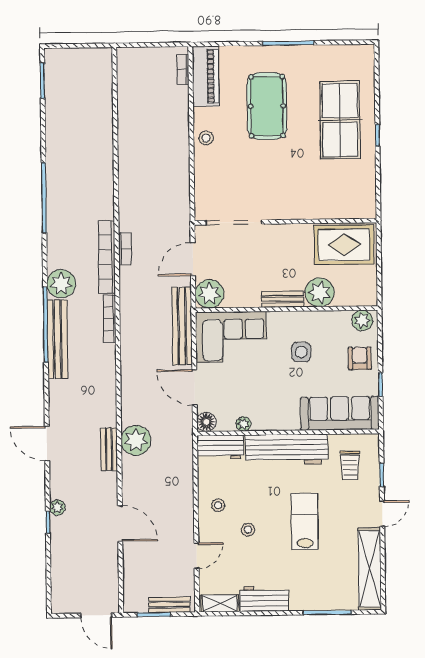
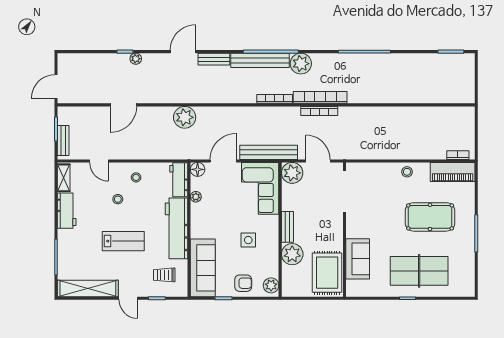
sofa: (325, 204) -> (358, 259), added
bookcase: (125, 249) -> (319, 111), width x1.56
bench: (109, 449) -> (214, 59), moved

